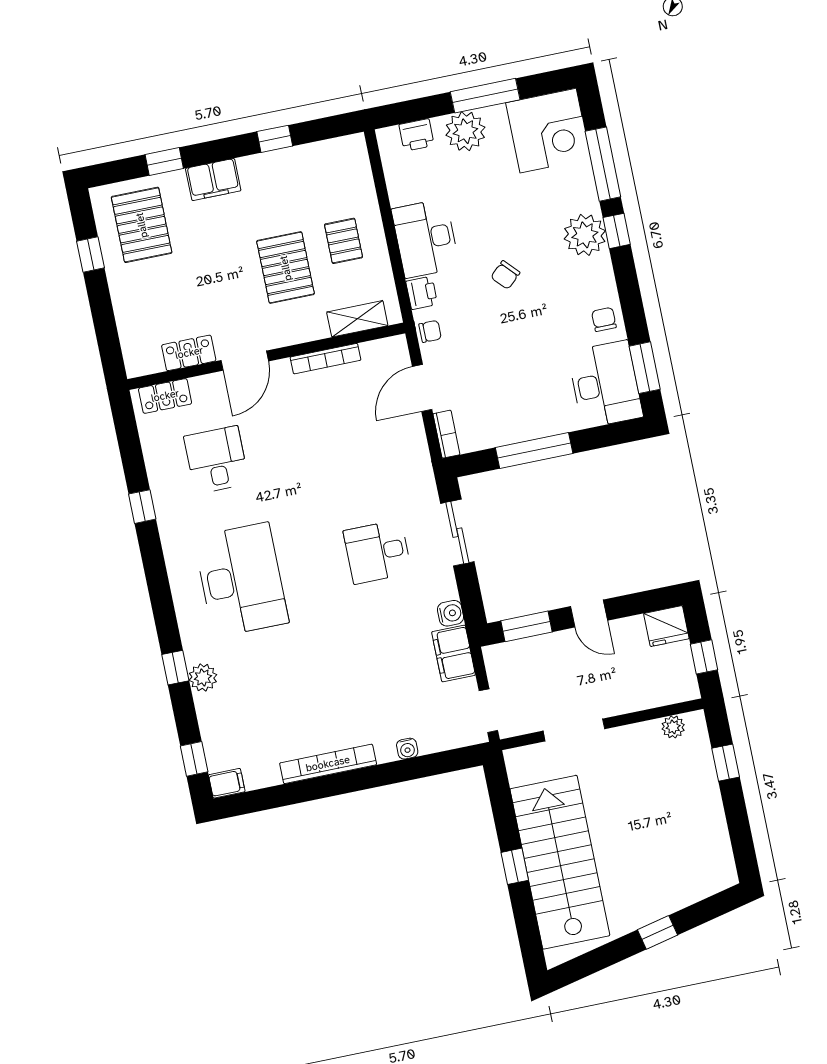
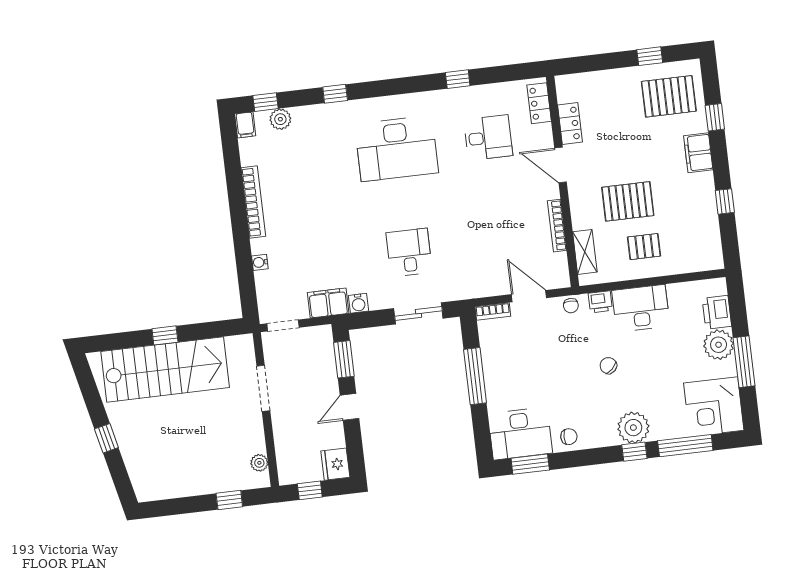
printer: (417, 135) -> (717, 312), width x1.36, depth x1.24
plant: (203, 678) -> (280, 119), moved

